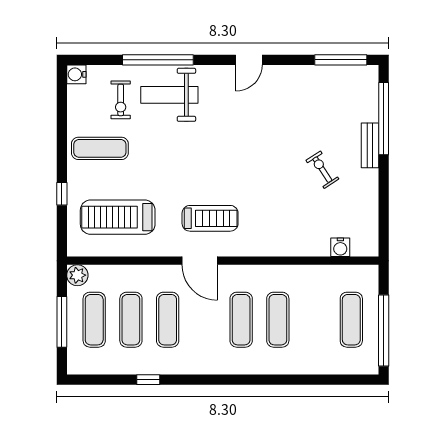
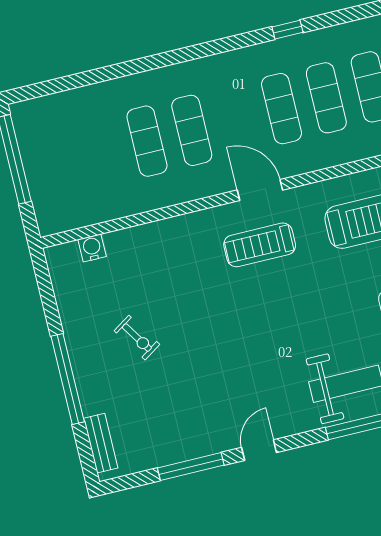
window: (341, 60) -> (191, 467), moved
window: (384, 119) -> (68, 379), moved
bench: (370, 145) -> (101, 443), moved
exercise mat: (351, 320) -> (57, 163), removed

